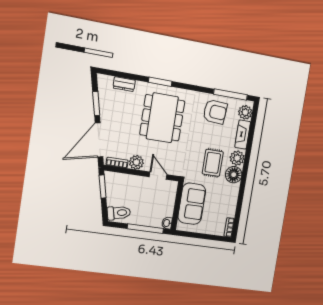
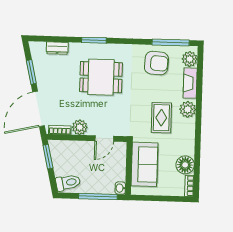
dining table: (162, 118) -> (101, 77), width x0.73
floor lamp: (234, 175) -> (185, 165), moved
door: (158, 176) -> (104, 138), swing flipped

